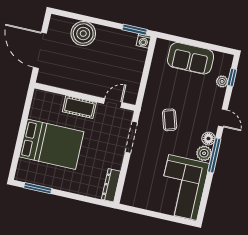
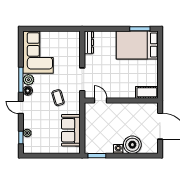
washing machine: (144, 41) -> (118, 149), moved
sofa: (191, 58) -> (71, 130), moved, turned -90
door: (113, 103) -> (101, 101), swing flipped
cot: (79, 107) -> (147, 92), moved
bed: (51, 144) -> (137, 45), moved

